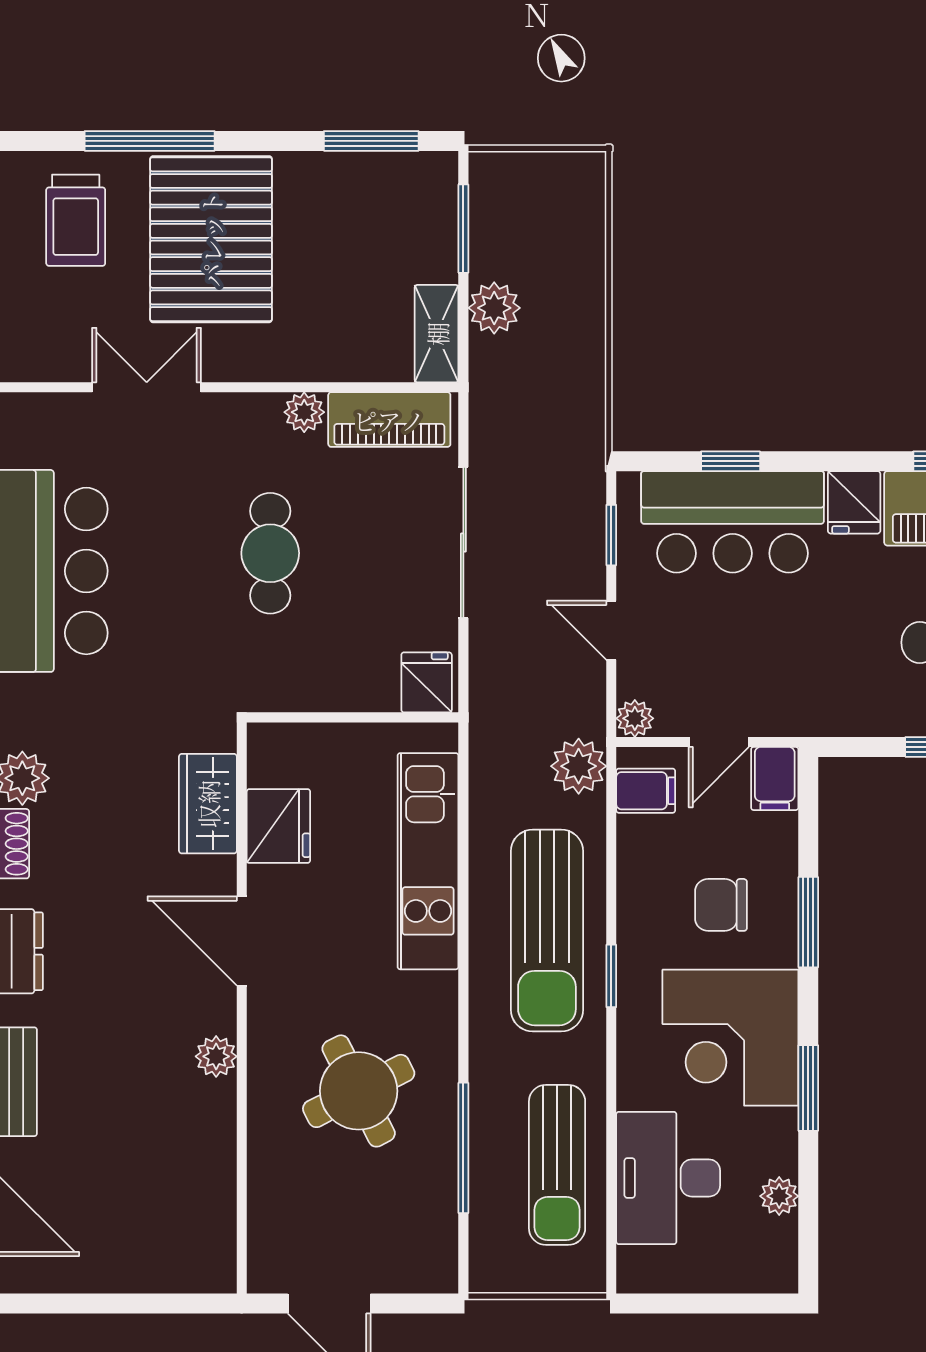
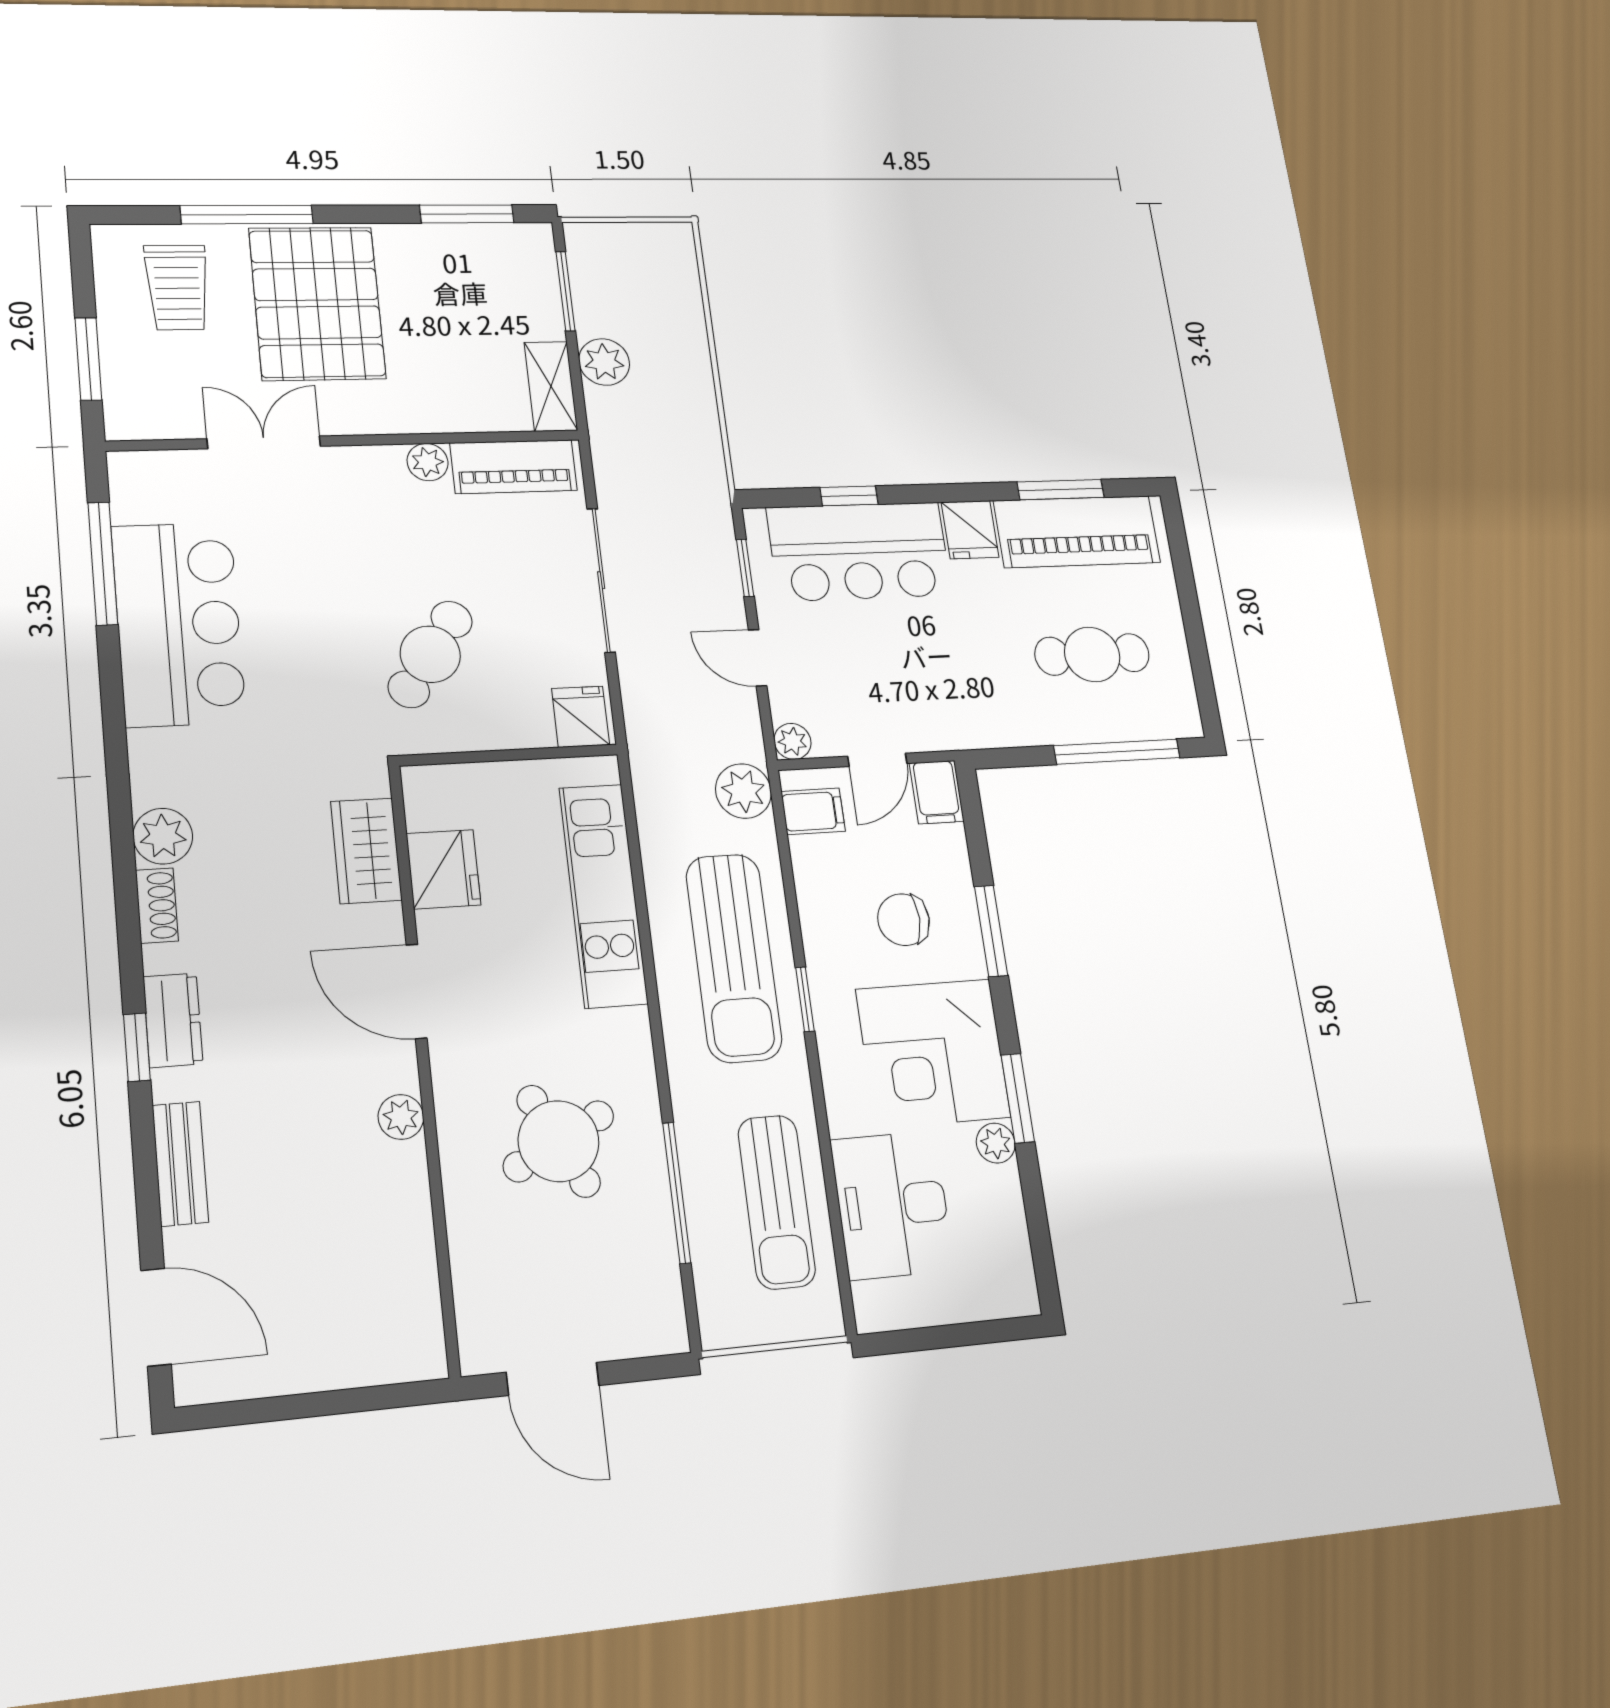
cafe table: (270, 553) -> (430, 654), moved, turned 35
plant: (779, 1196) -> (996, 1143), moved

